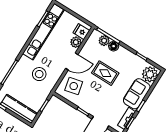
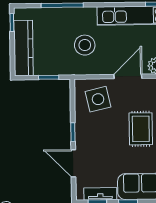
door: (72, 61) -> (128, 76), swing flipped

